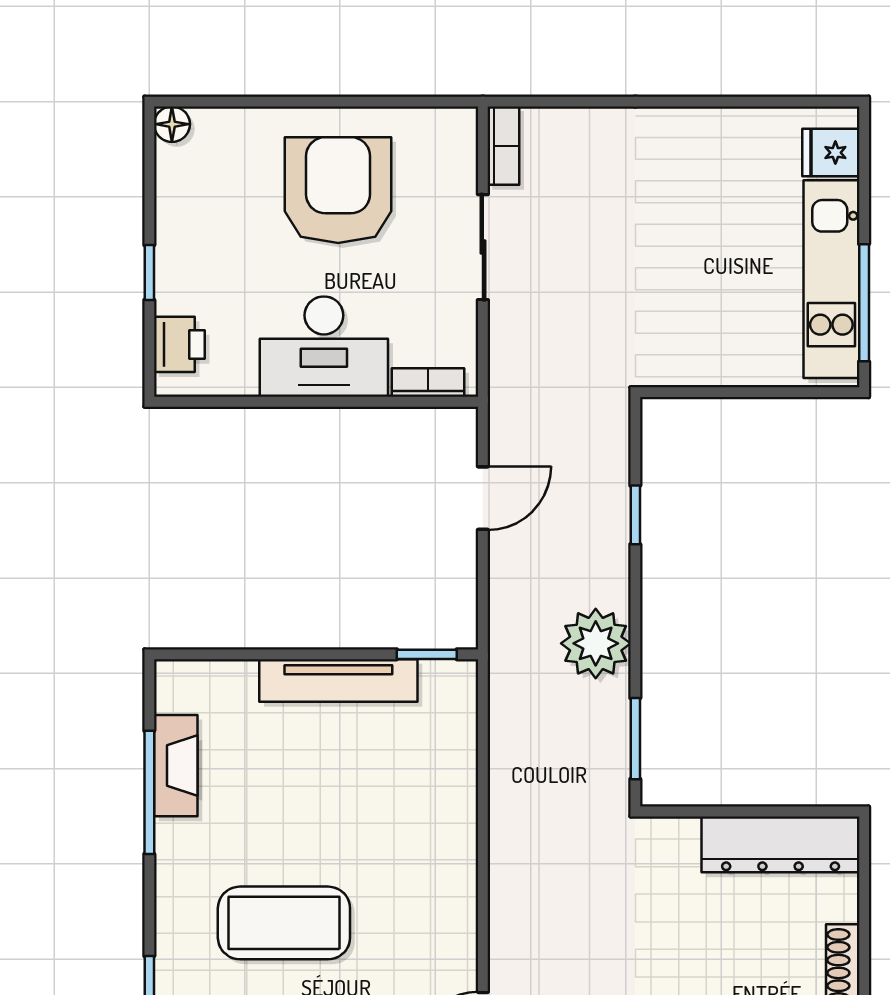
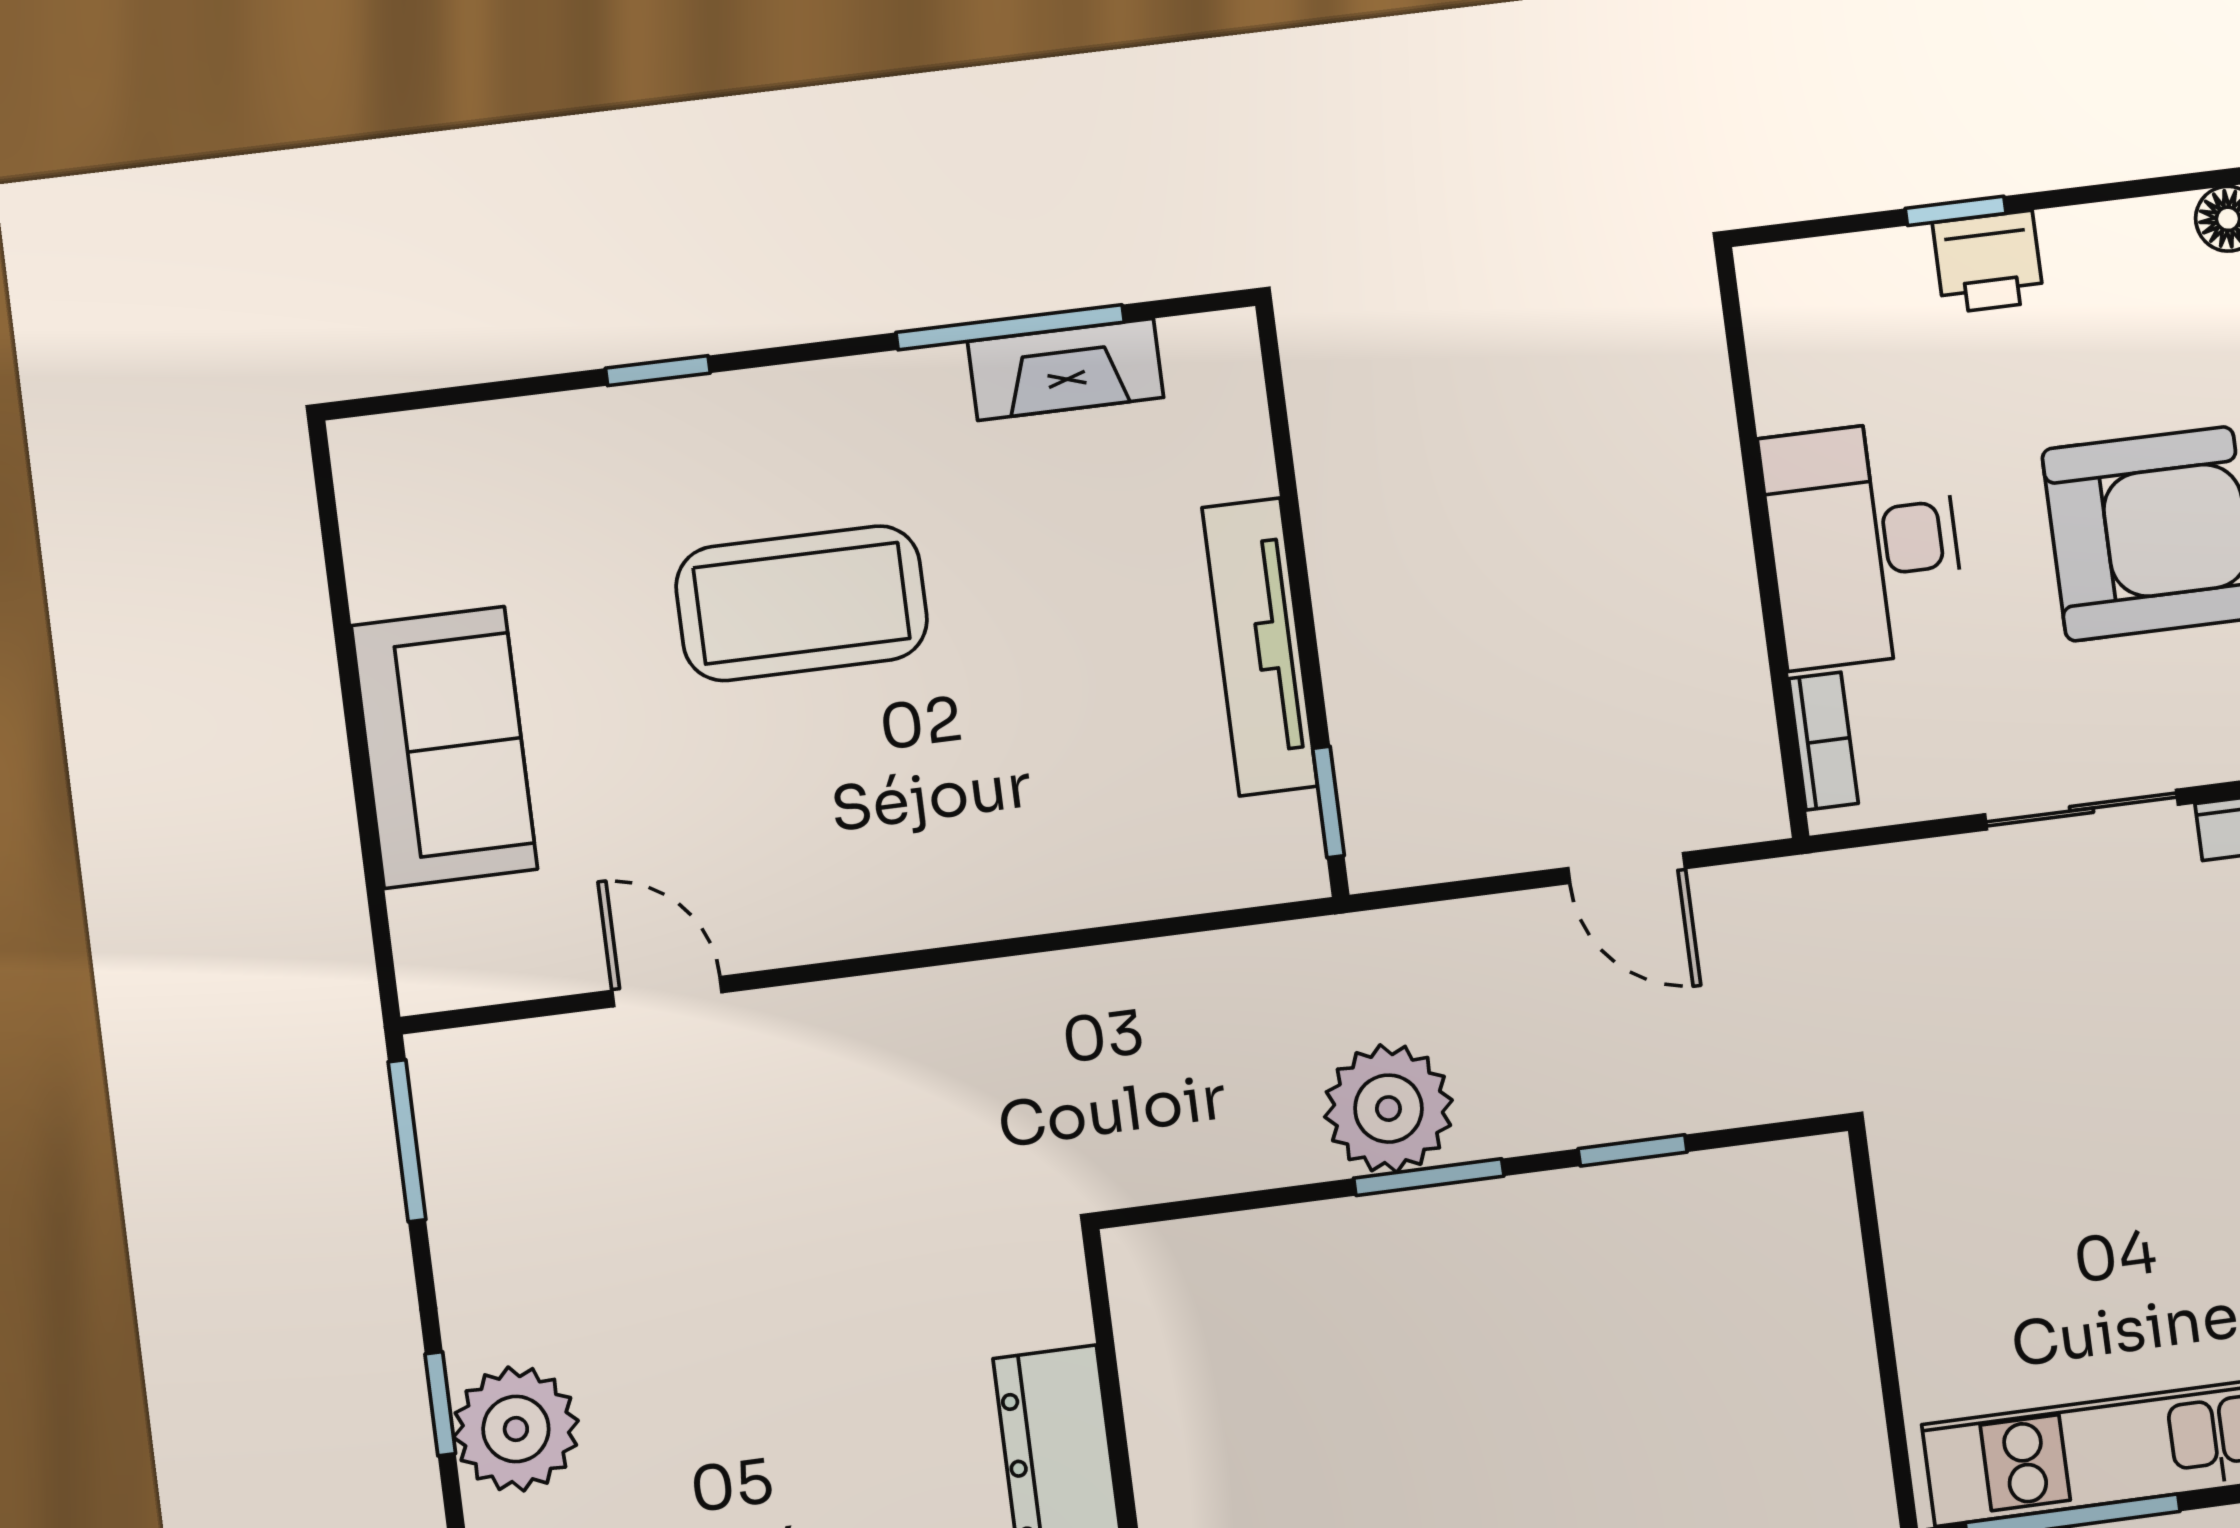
printer: (179, 344) -> (1988, 262), moved
window: (635, 739) -> (1429, 1177), moved
coffee table: (284, 923) -> (802, 603), turned 90

